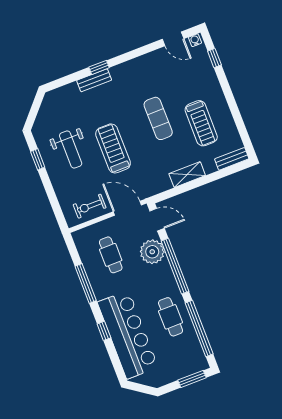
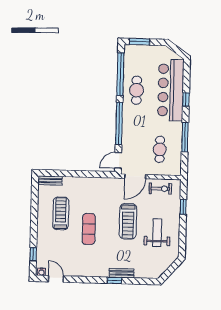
window: (38, 159) -> (183, 207), moved
shelving: (187, 175) -> (85, 182), removed
door: (127, 208) -> (135, 176), hinge flipped
door: (157, 220) -> (118, 160), hinge flipped
plant: (152, 252) -> (131, 140), removed

